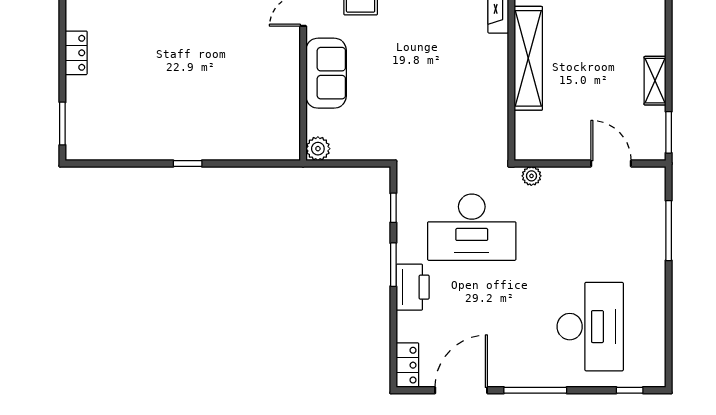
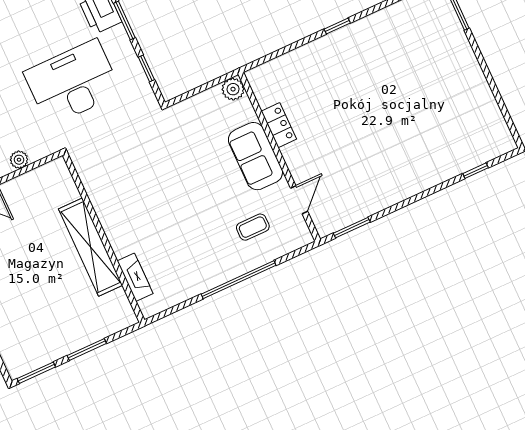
locker: (76, 53) -> (279, 125), moved, turned 180
plant: (531, 176) -> (19, 160), moved

